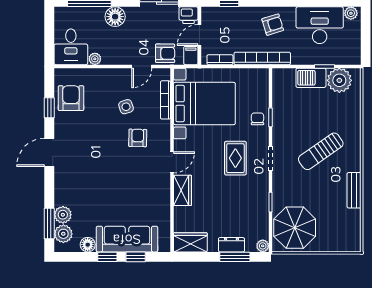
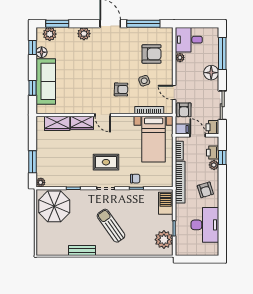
plant: (351, 13) -> (214, 165), moved
printer: (223, 15) -> (213, 153), added
barbecue: (311, 78) -> (166, 203), moved
armchair: (71, 98) -> (152, 54), moved
bed with nightstands: (204, 103) -> (154, 139), width x0.73
window: (49, 108) -> (143, 24), width x2.17
plant: (63, 215) -> (84, 34), moved
wardrobe: (190, 242) -> (57, 123), moved, turned 90
dresser: (231, 245) -> (41, 159), removed
window: (107, 257) -> (32, 48), moved

